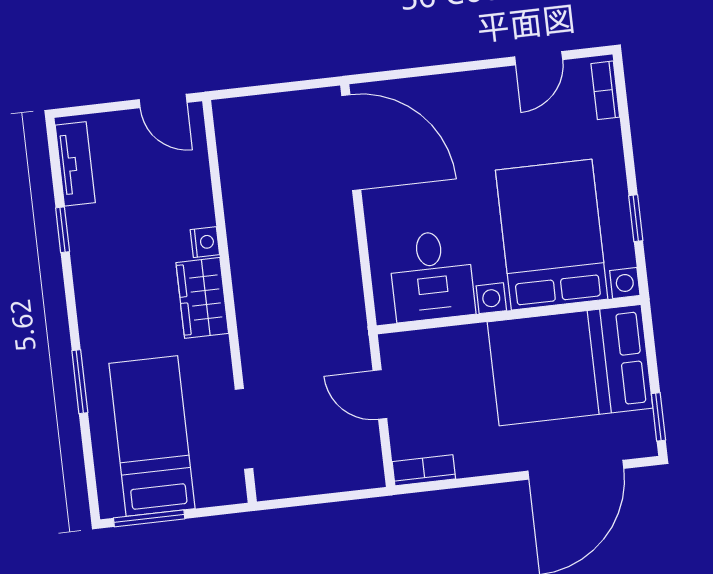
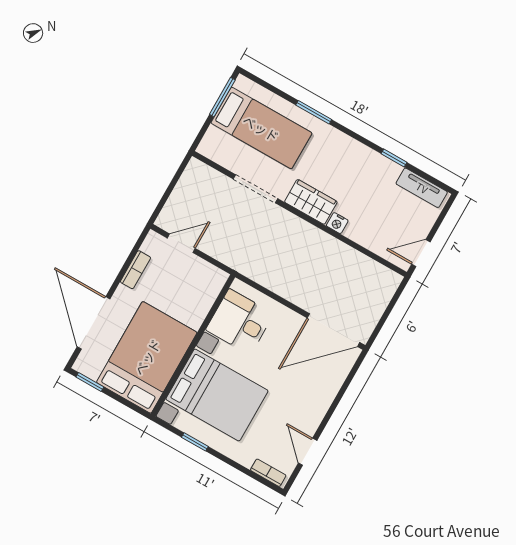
door: (380, 395) -> (181, 243), moved
doorway: (244, 429) -> (255, 189), moved
bookcase: (424, 470) -> (135, 270), moved

